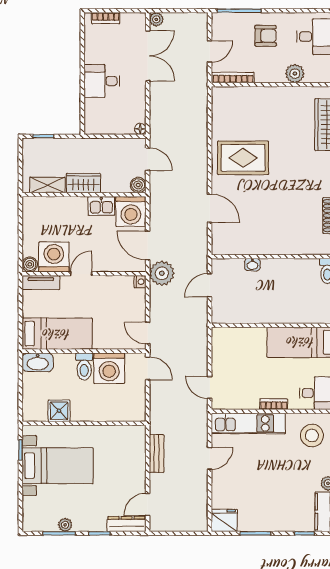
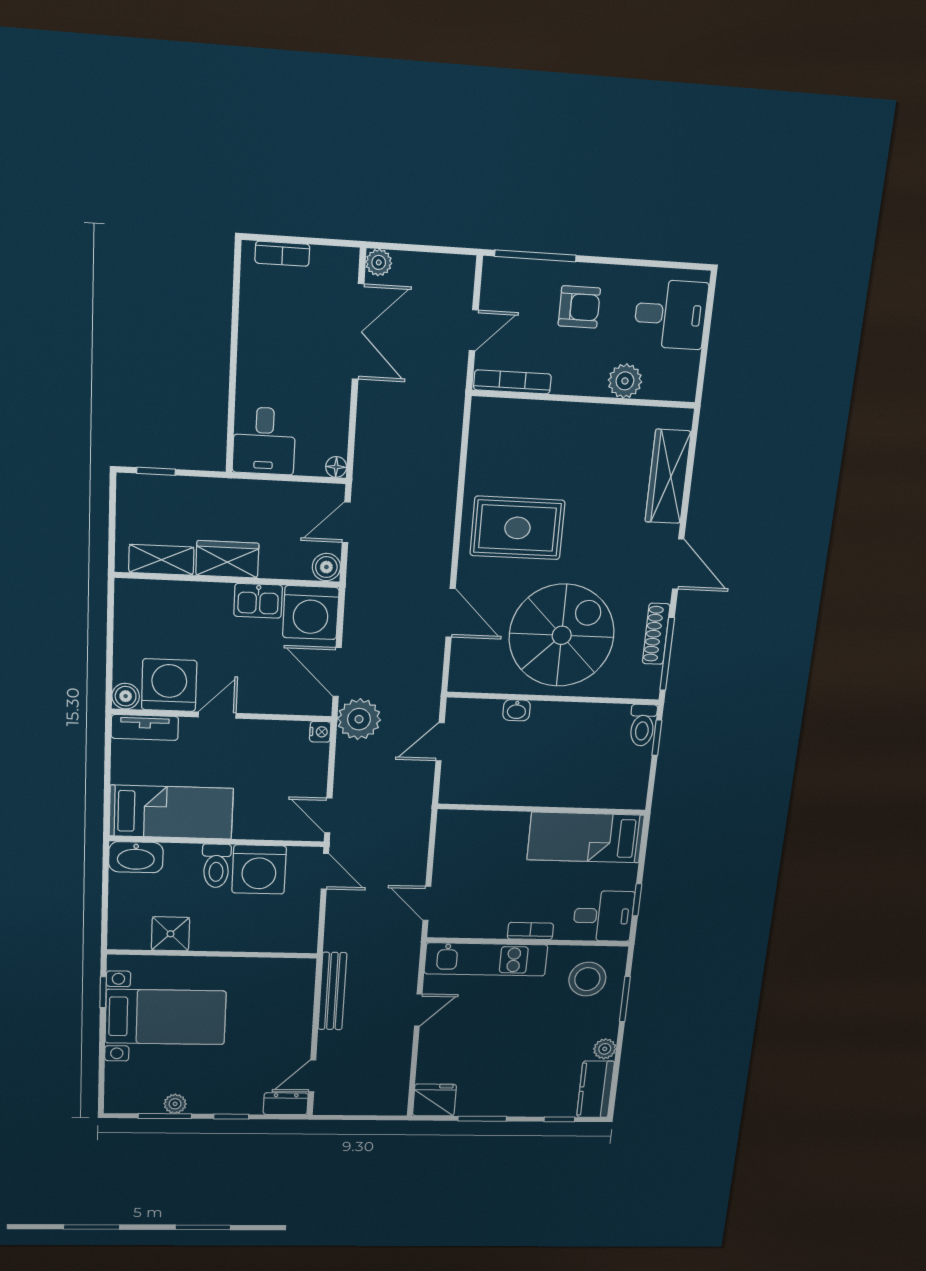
desk: (102, 81) -> (264, 441), moved, turned -90
door: (148, 159) -> (346, 522), swing flipped
spiral stairs: (274, 219) -> (562, 635), added
bench: (157, 453) -> (332, 991), width x1.36
dresser: (127, 524) -> (286, 1104), width x0.70

